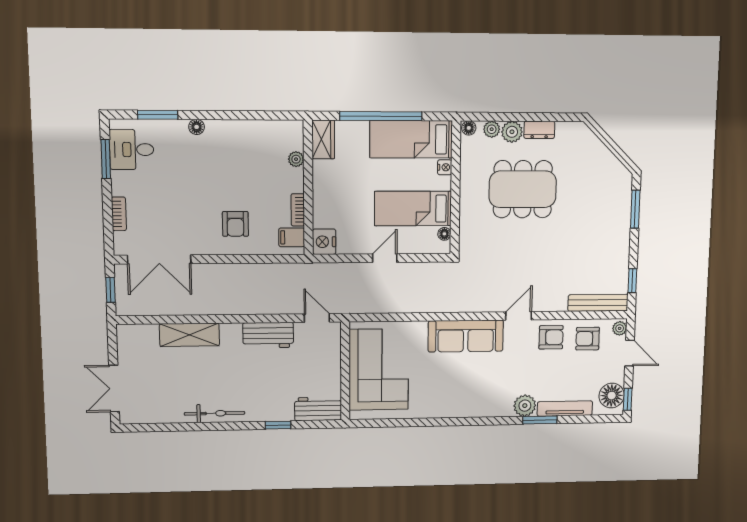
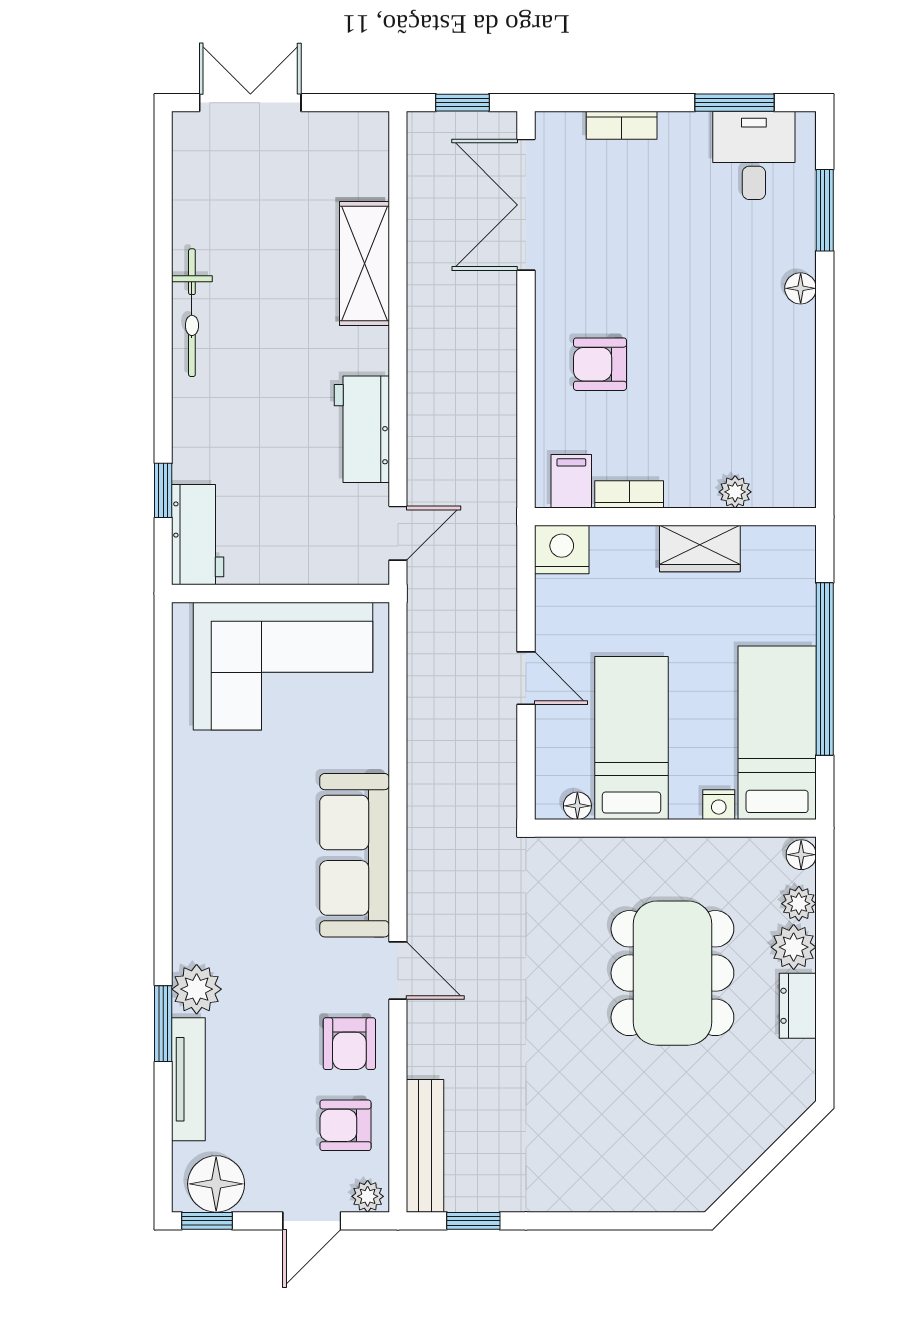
wardrobe: (323, 139) -> (700, 549), moved
window: (635, 209) -> (629, 1221), removed
armchair: (588, 339) -> (346, 1125), turned -90
window: (278, 425) -> (163, 490), moved

